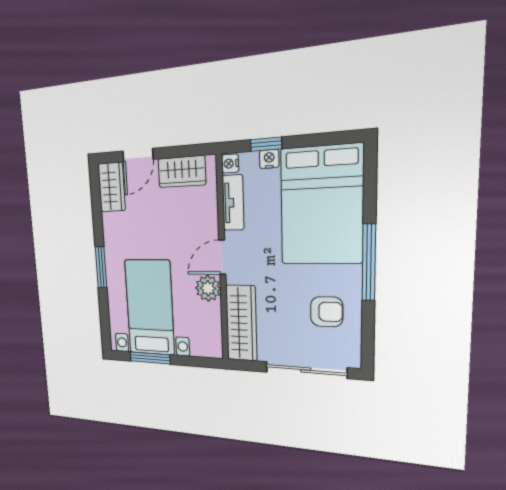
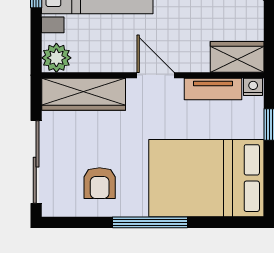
nightstand: (269, 159) -> (255, 127), removed
wardrobe: (182, 172) -> (237, 57), moved, turned 90
plant: (208, 288) -> (56, 58), moved

